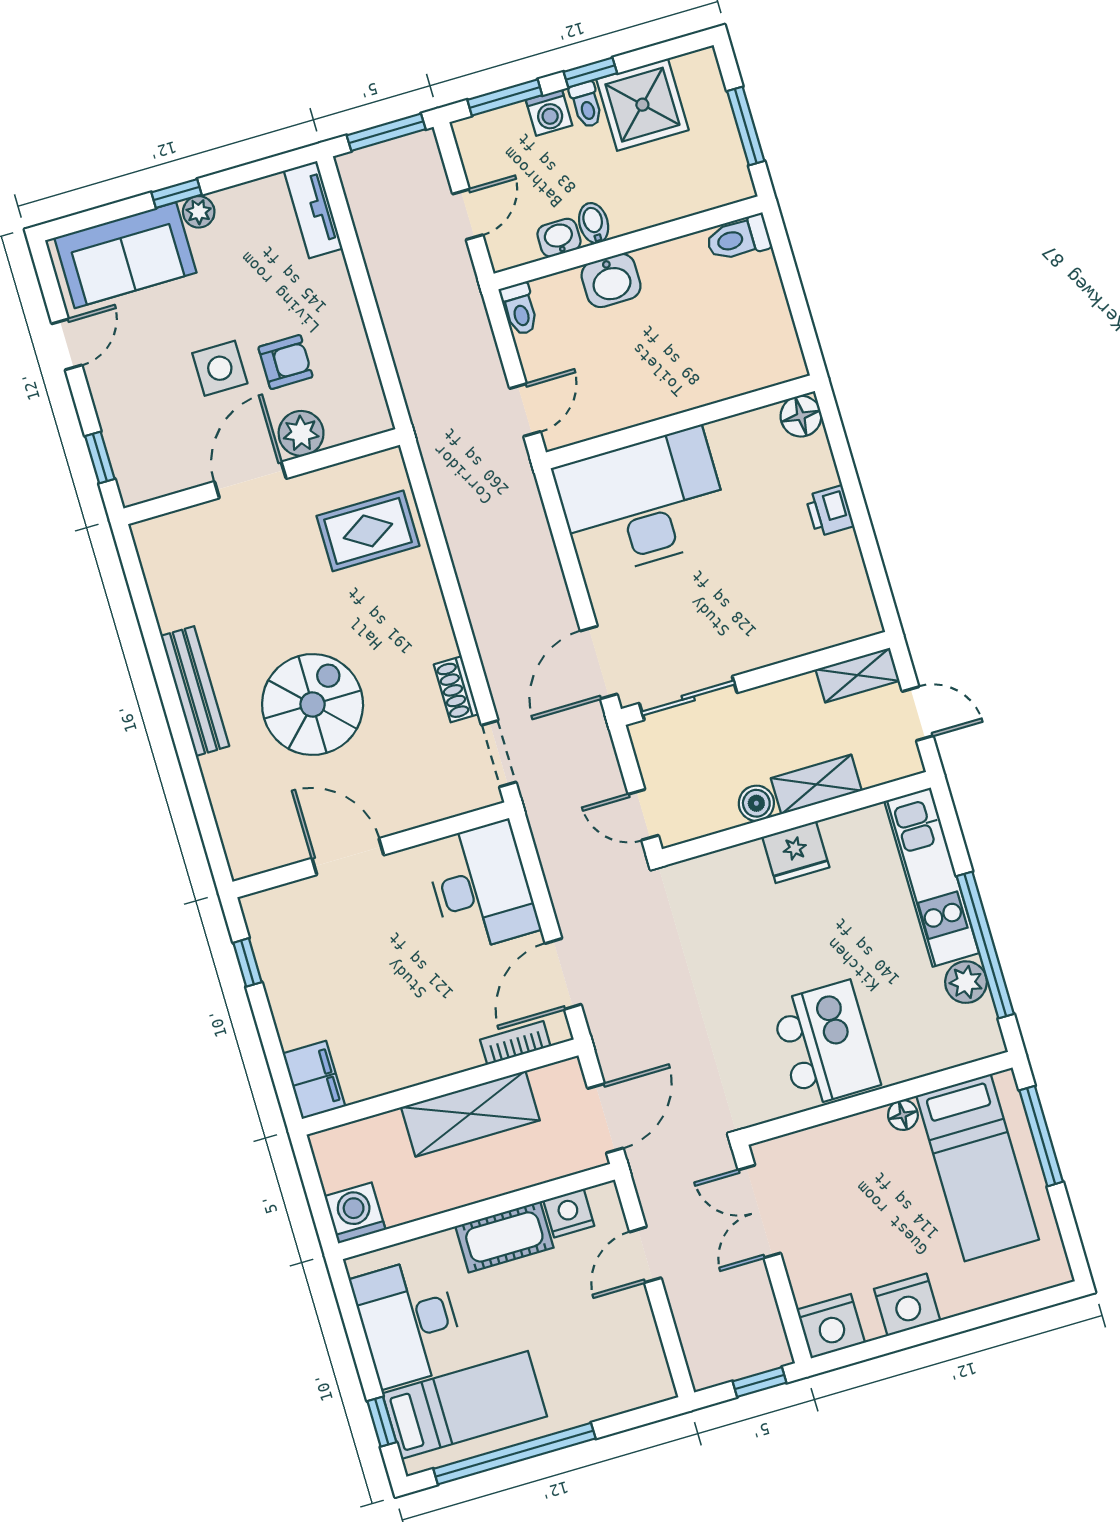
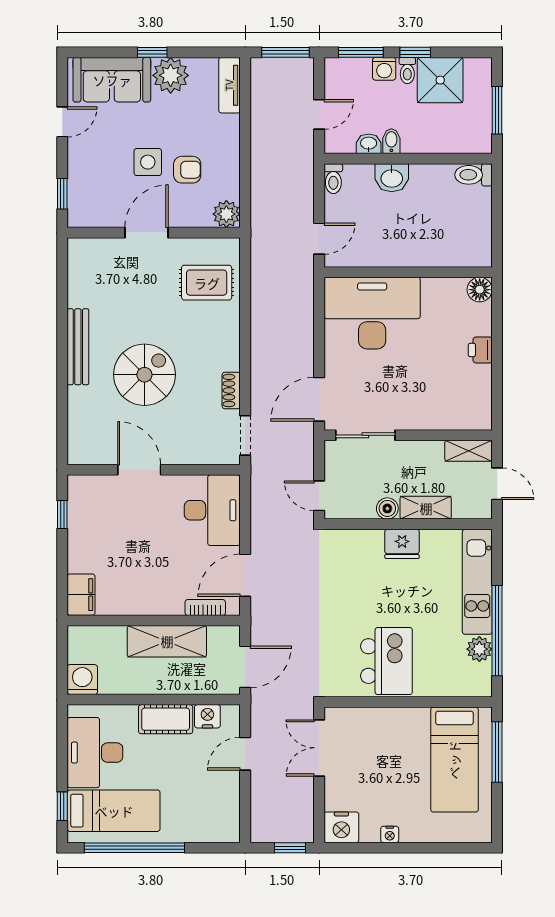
plant: (199, 212) -> (171, 75), width x1.87, depth x1.87
plant: (301, 433) -> (226, 214), moved
floor lamp: (903, 1115) -> (420, 716), removed
nightstand: (907, 1305) -> (390, 834), width x0.53, depth x0.56

